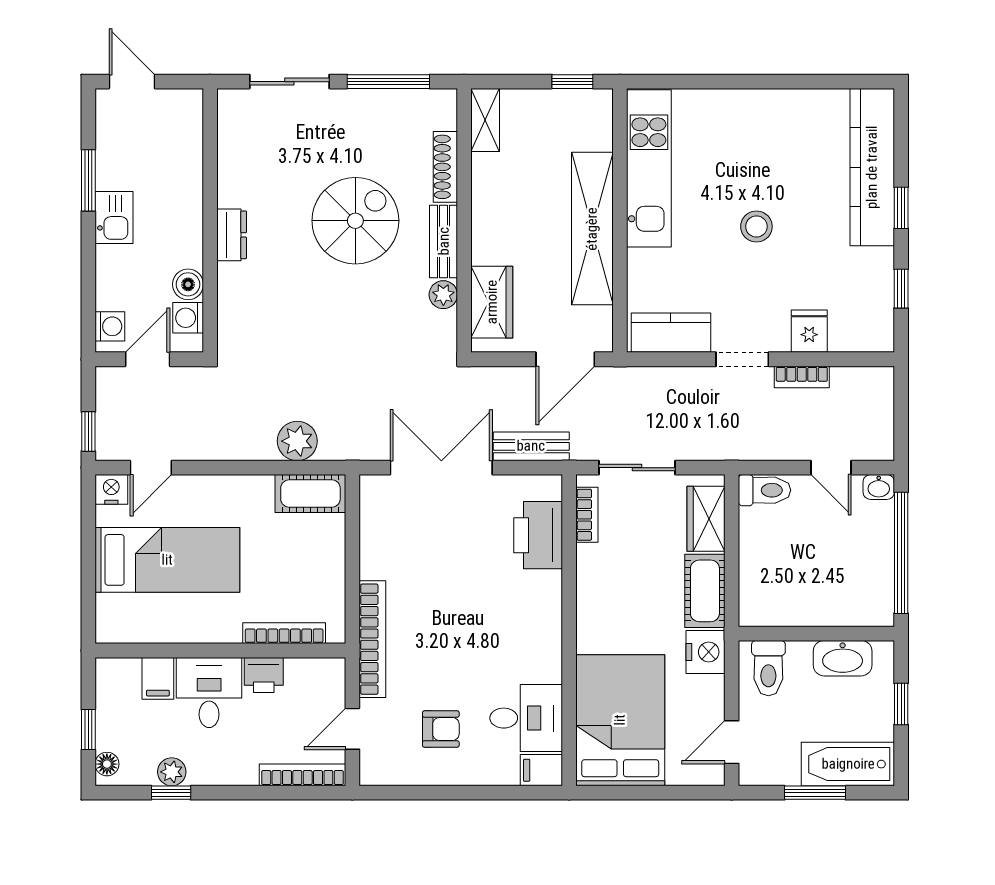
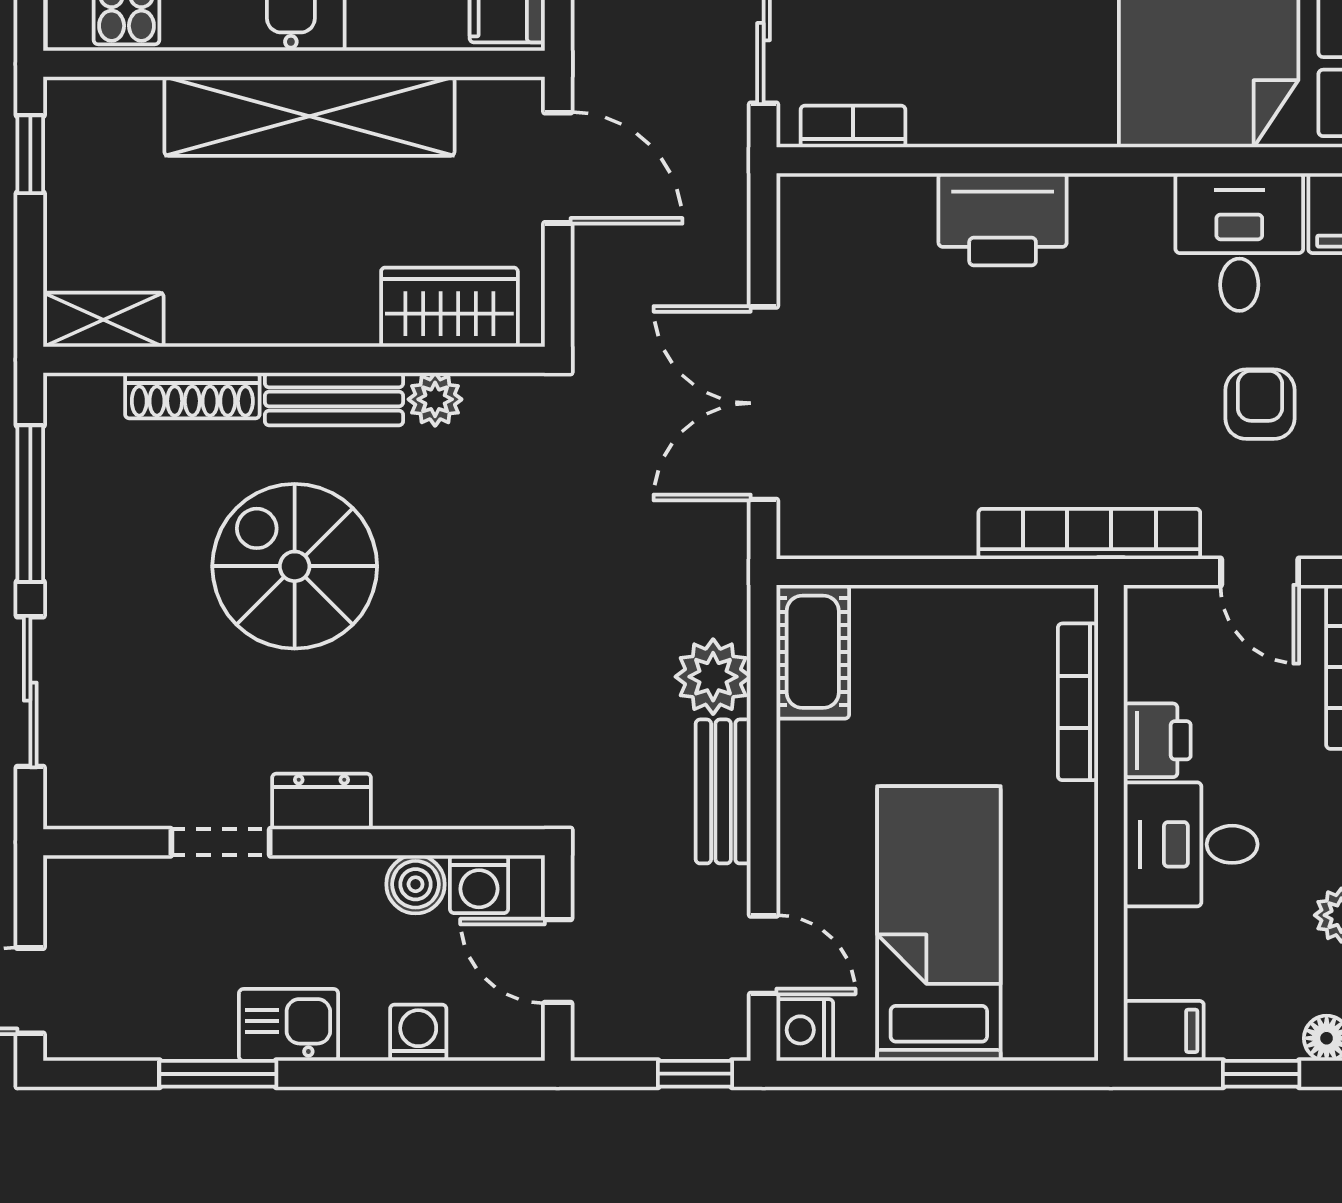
doorway: (210, 182) -> (220, 842), added
washing machine: (110, 326) -> (418, 1033), moved
bench: (531, 446) -> (723, 791), moved
printer: (538, 535) -> (1003, 219), moved
filing cabinet: (158, 678) -> (1164, 1031), moved

